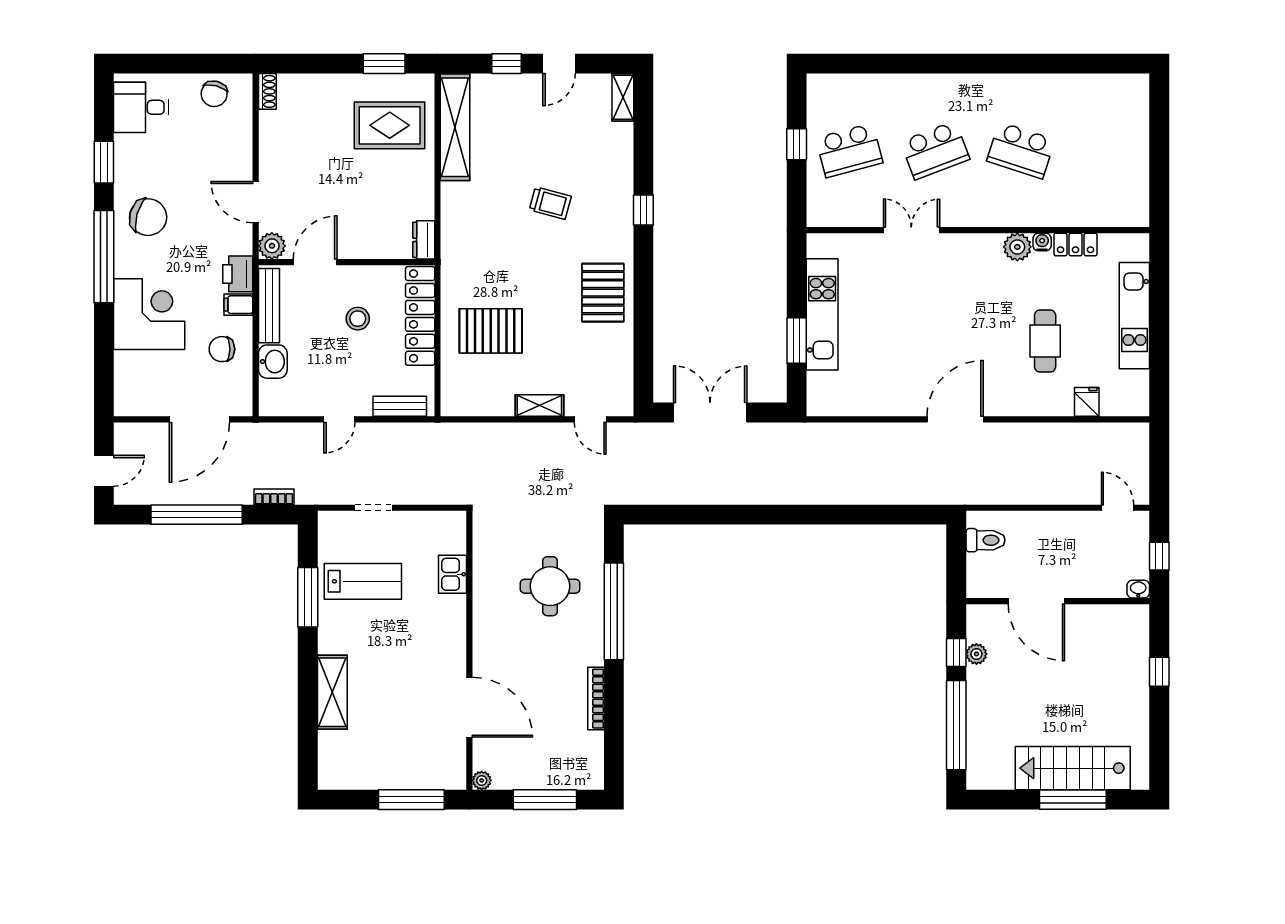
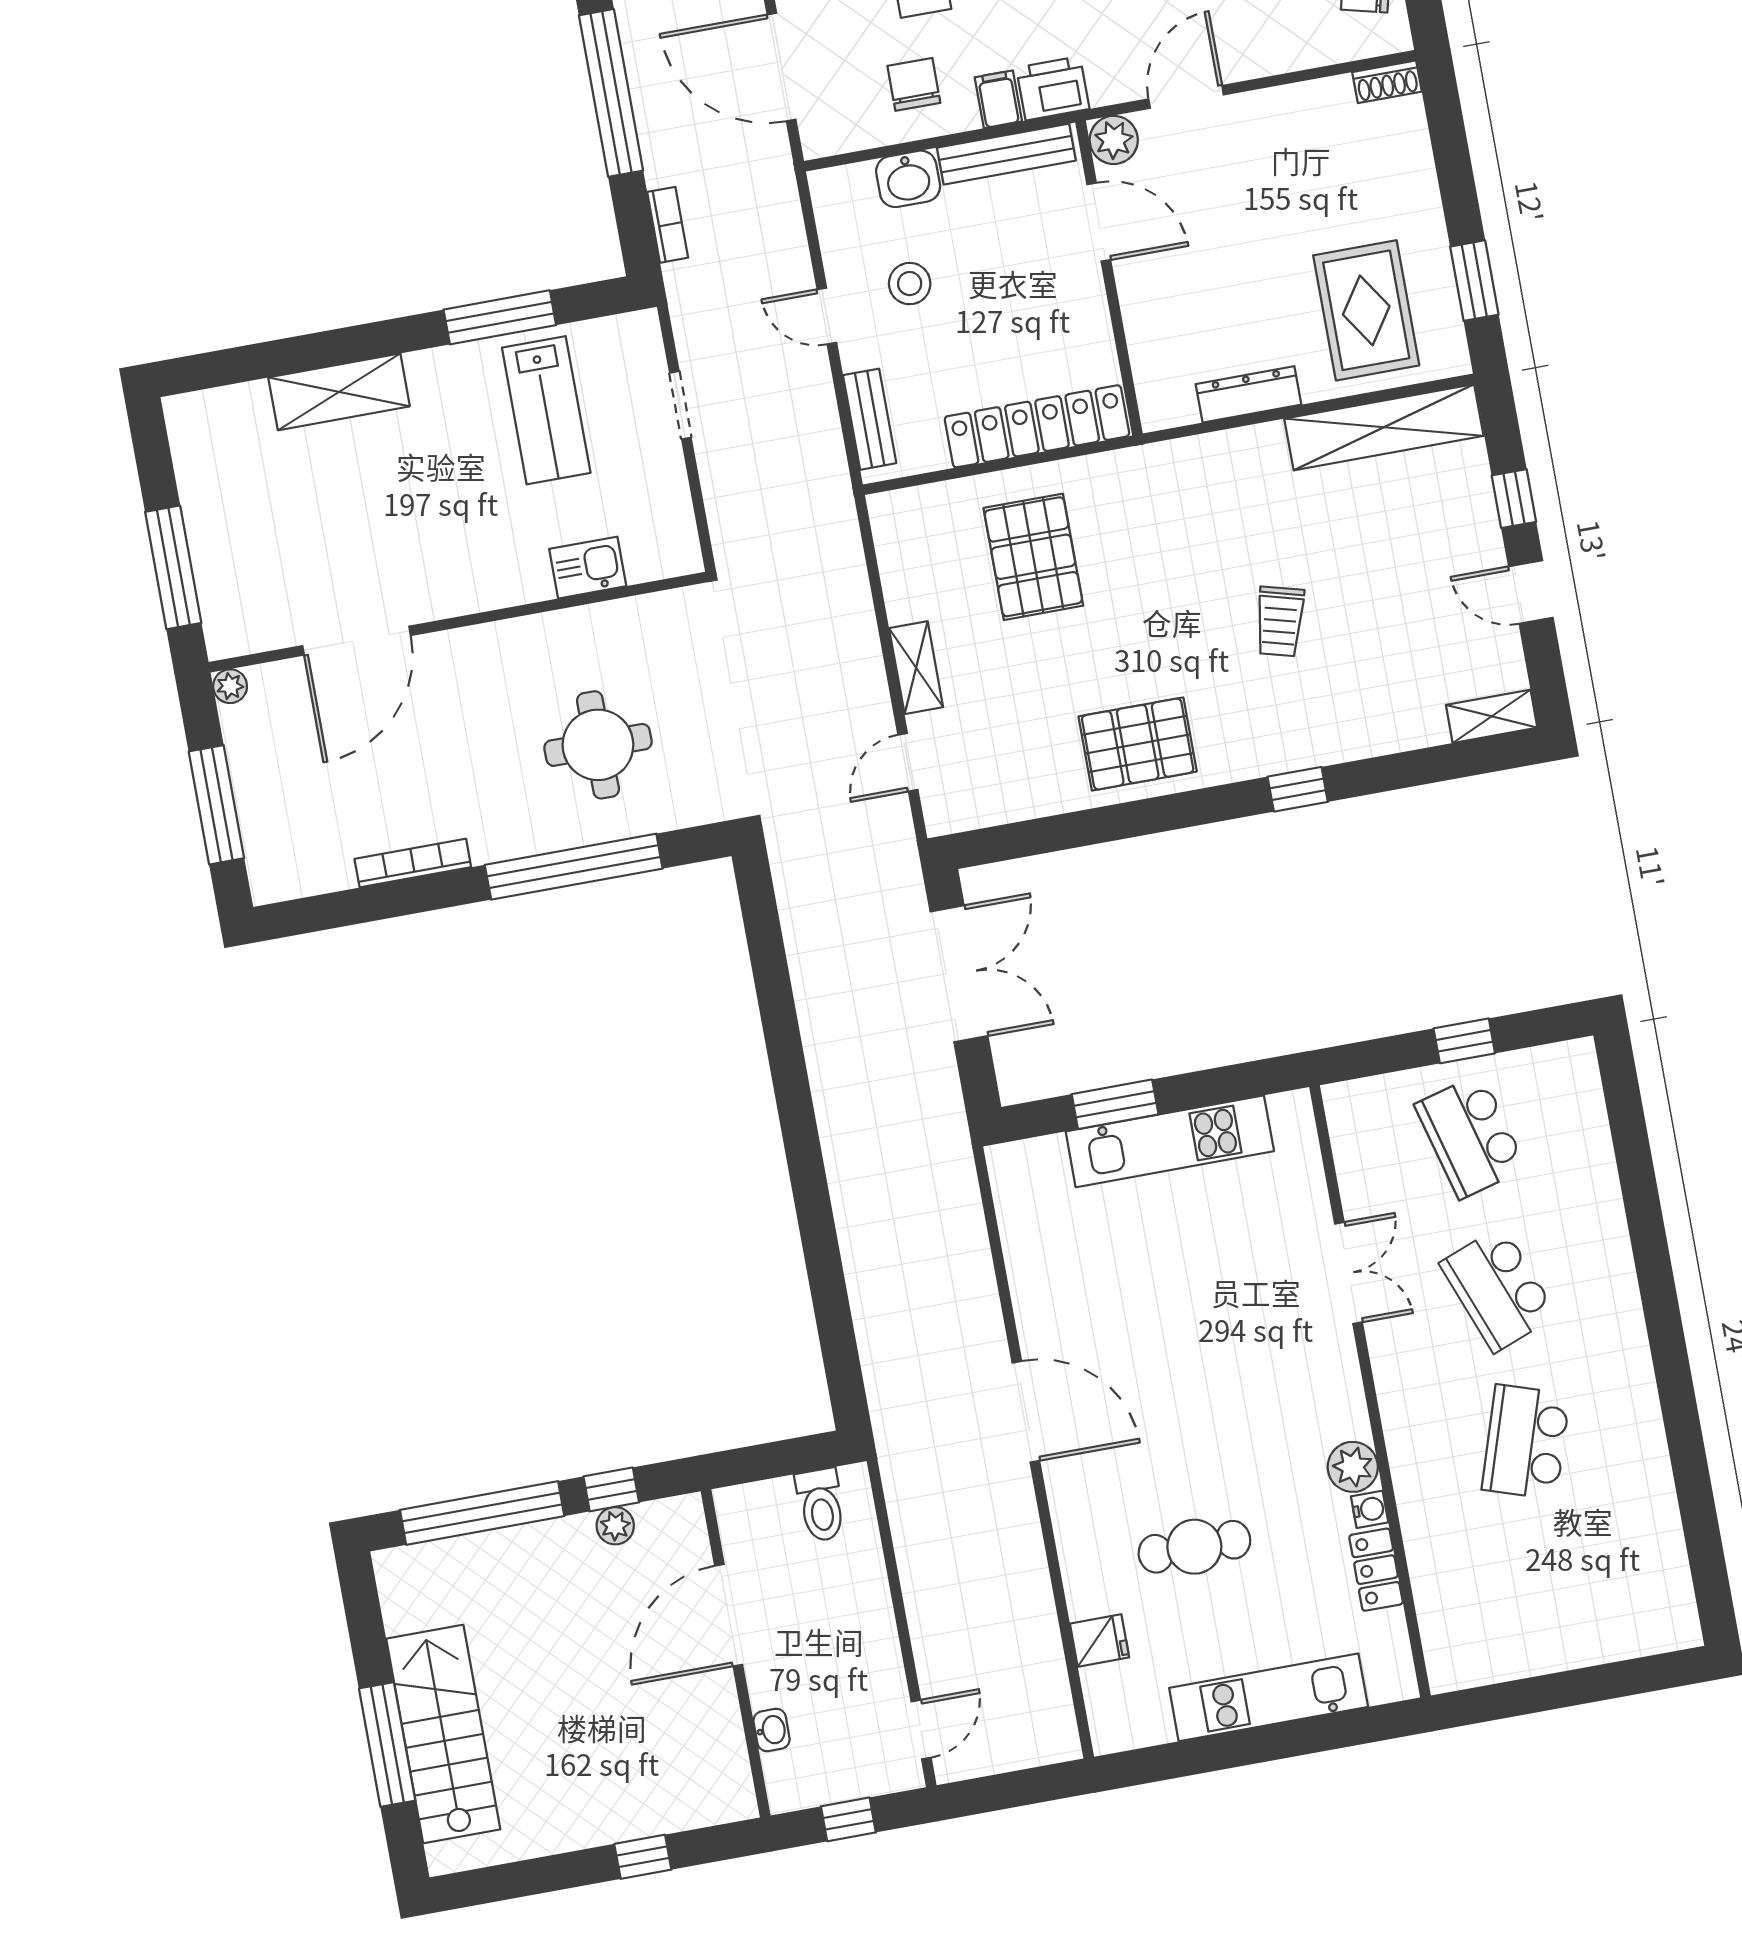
dresser: (424, 240) -> (1249, 394), moved, width x1.44
stool: (358, 319) -> (910, 284), moved
washbasin: (1138, 589) -> (772, 1730), moved

